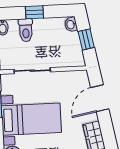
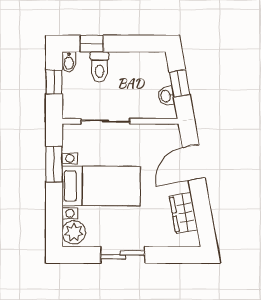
window: (34, 12) -> (92, 44), moved
washbasin: (71, 25) -> (166, 96), moved

